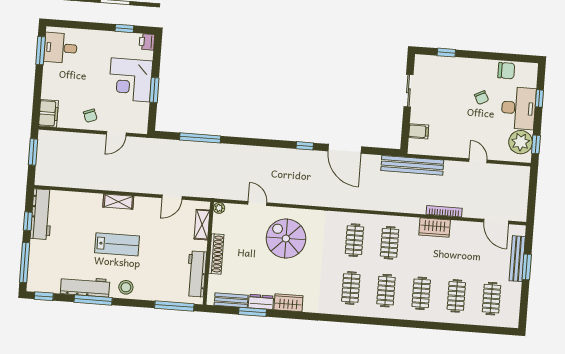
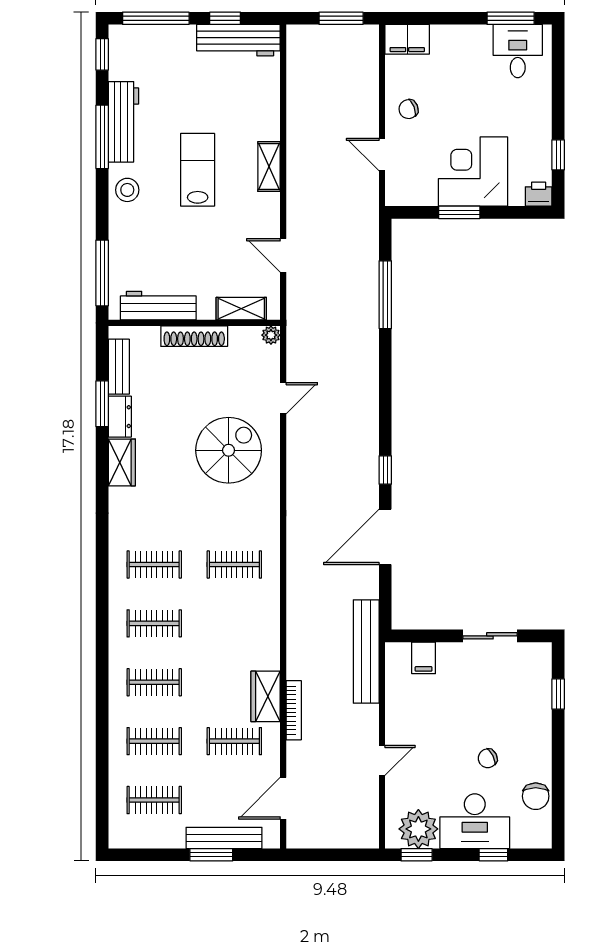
clothes rail: (390, 243) -> (234, 741), moved
lab bench: (117, 244) -> (198, 170), turned 180

